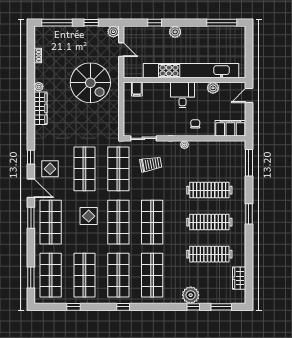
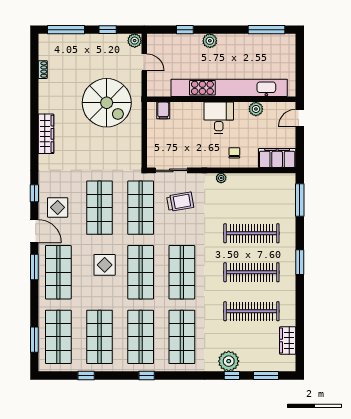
plant: (39, 87) -> (44, 107), removed

